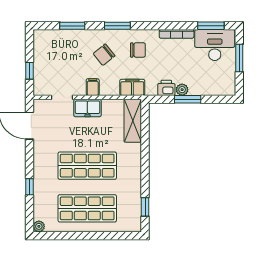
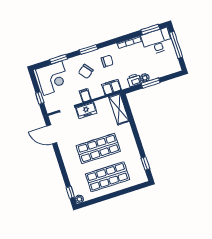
corner desk: (56, 49) -> (53, 78), added
window: (239, 58) -> (176, 45), width x1.44
window: (29, 187) -> (70, 192), moved

